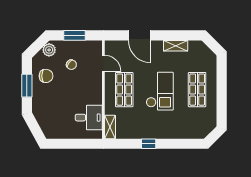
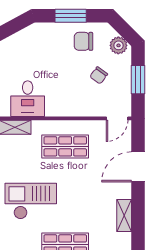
door: (103, 63) -> (117, 118), moved
chair: (46, 76) -> (84, 41), turned 90
checkout: (160, 91) -> (31, 201), moved, turned 180

